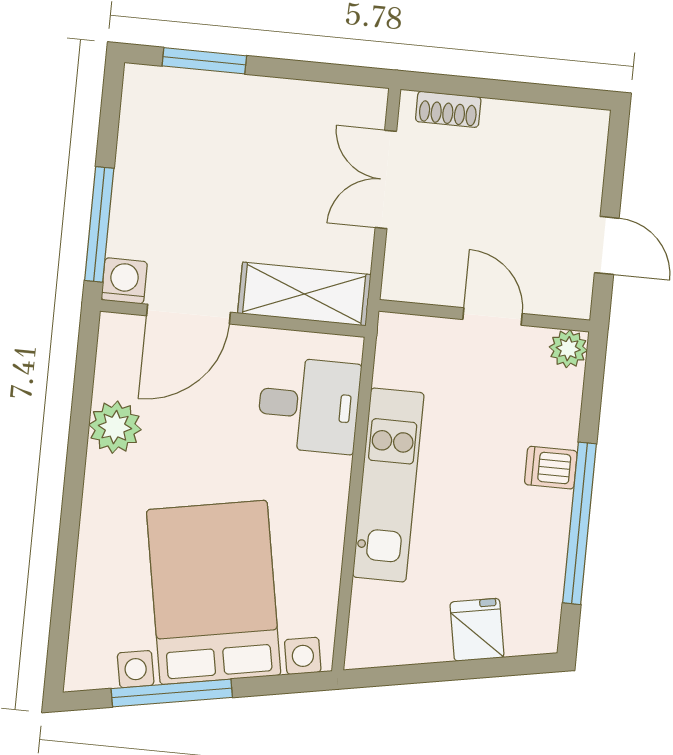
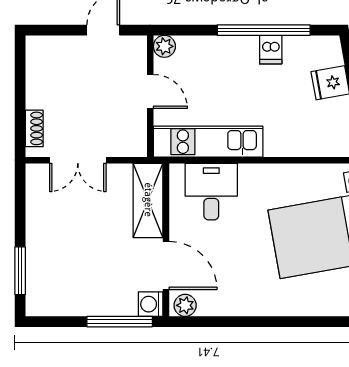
door: (492, 316) -> (150, 91), swing flipped
plant: (115, 427) -> (185, 305), moved, width x0.73, depth x0.73
dishwasher: (551, 468) -> (271, 50), moved
kitchen unit: (388, 485) -> (208, 142), moved

